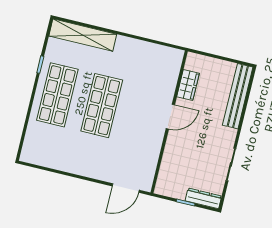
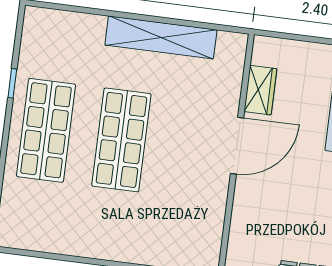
shelving: (83, 35) -> (161, 37), moved
door: (170, 117) -> (237, 146), width x1.36

